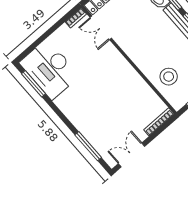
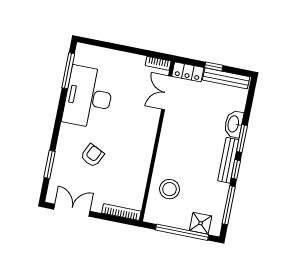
desk: (49, 69) -> (88, 97), moved
armchair: (105, 112) -> (92, 155), added
window: (88, 146) -> (50, 164), width x0.69

